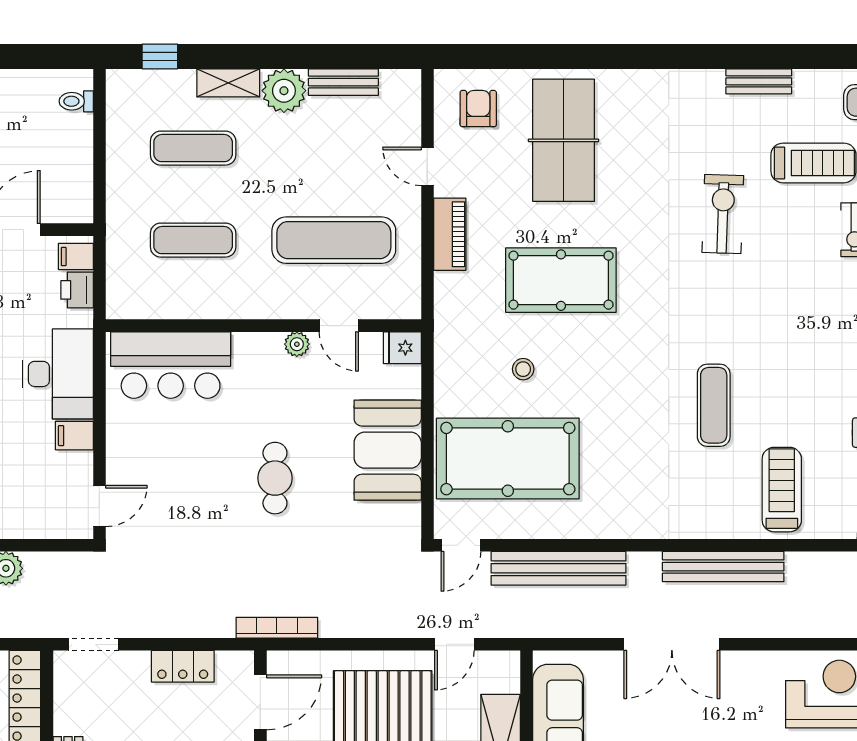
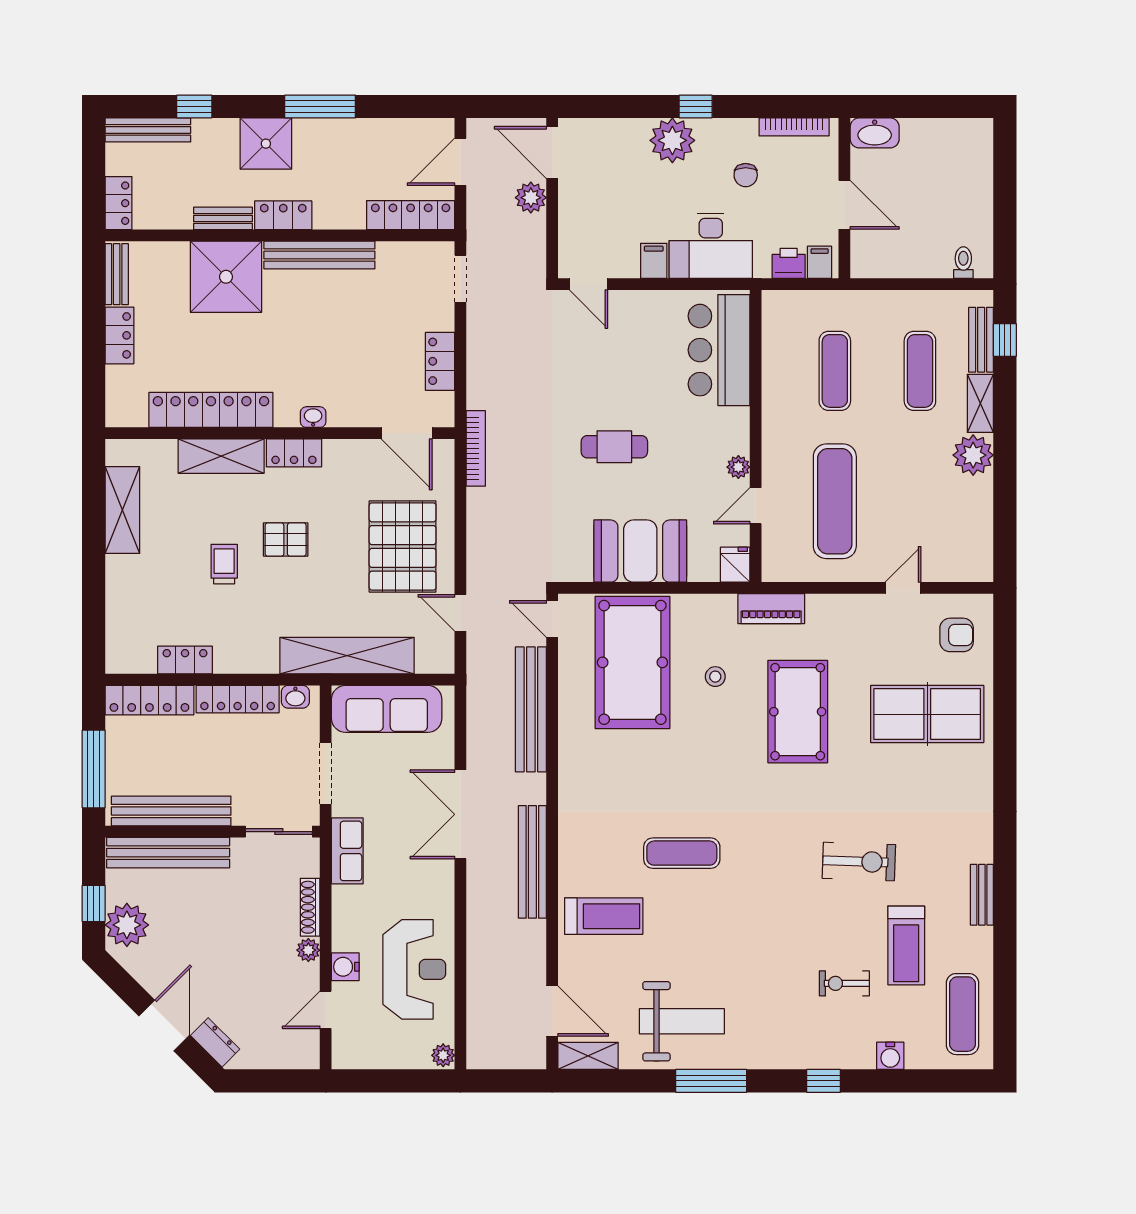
bench: (343, 82) -> (981, 340), moved
piano: (450, 234) -> (771, 609), moved

